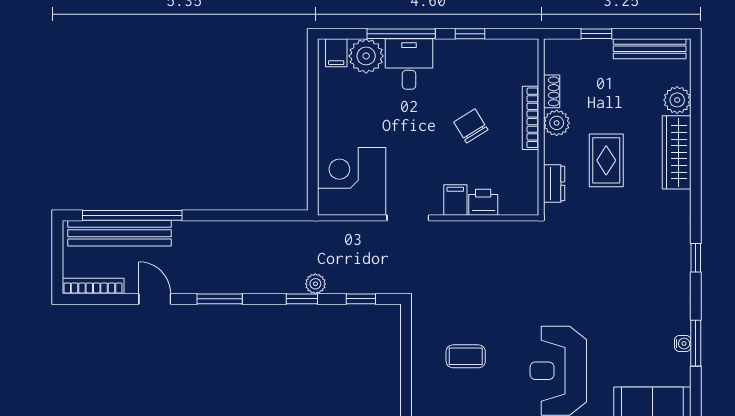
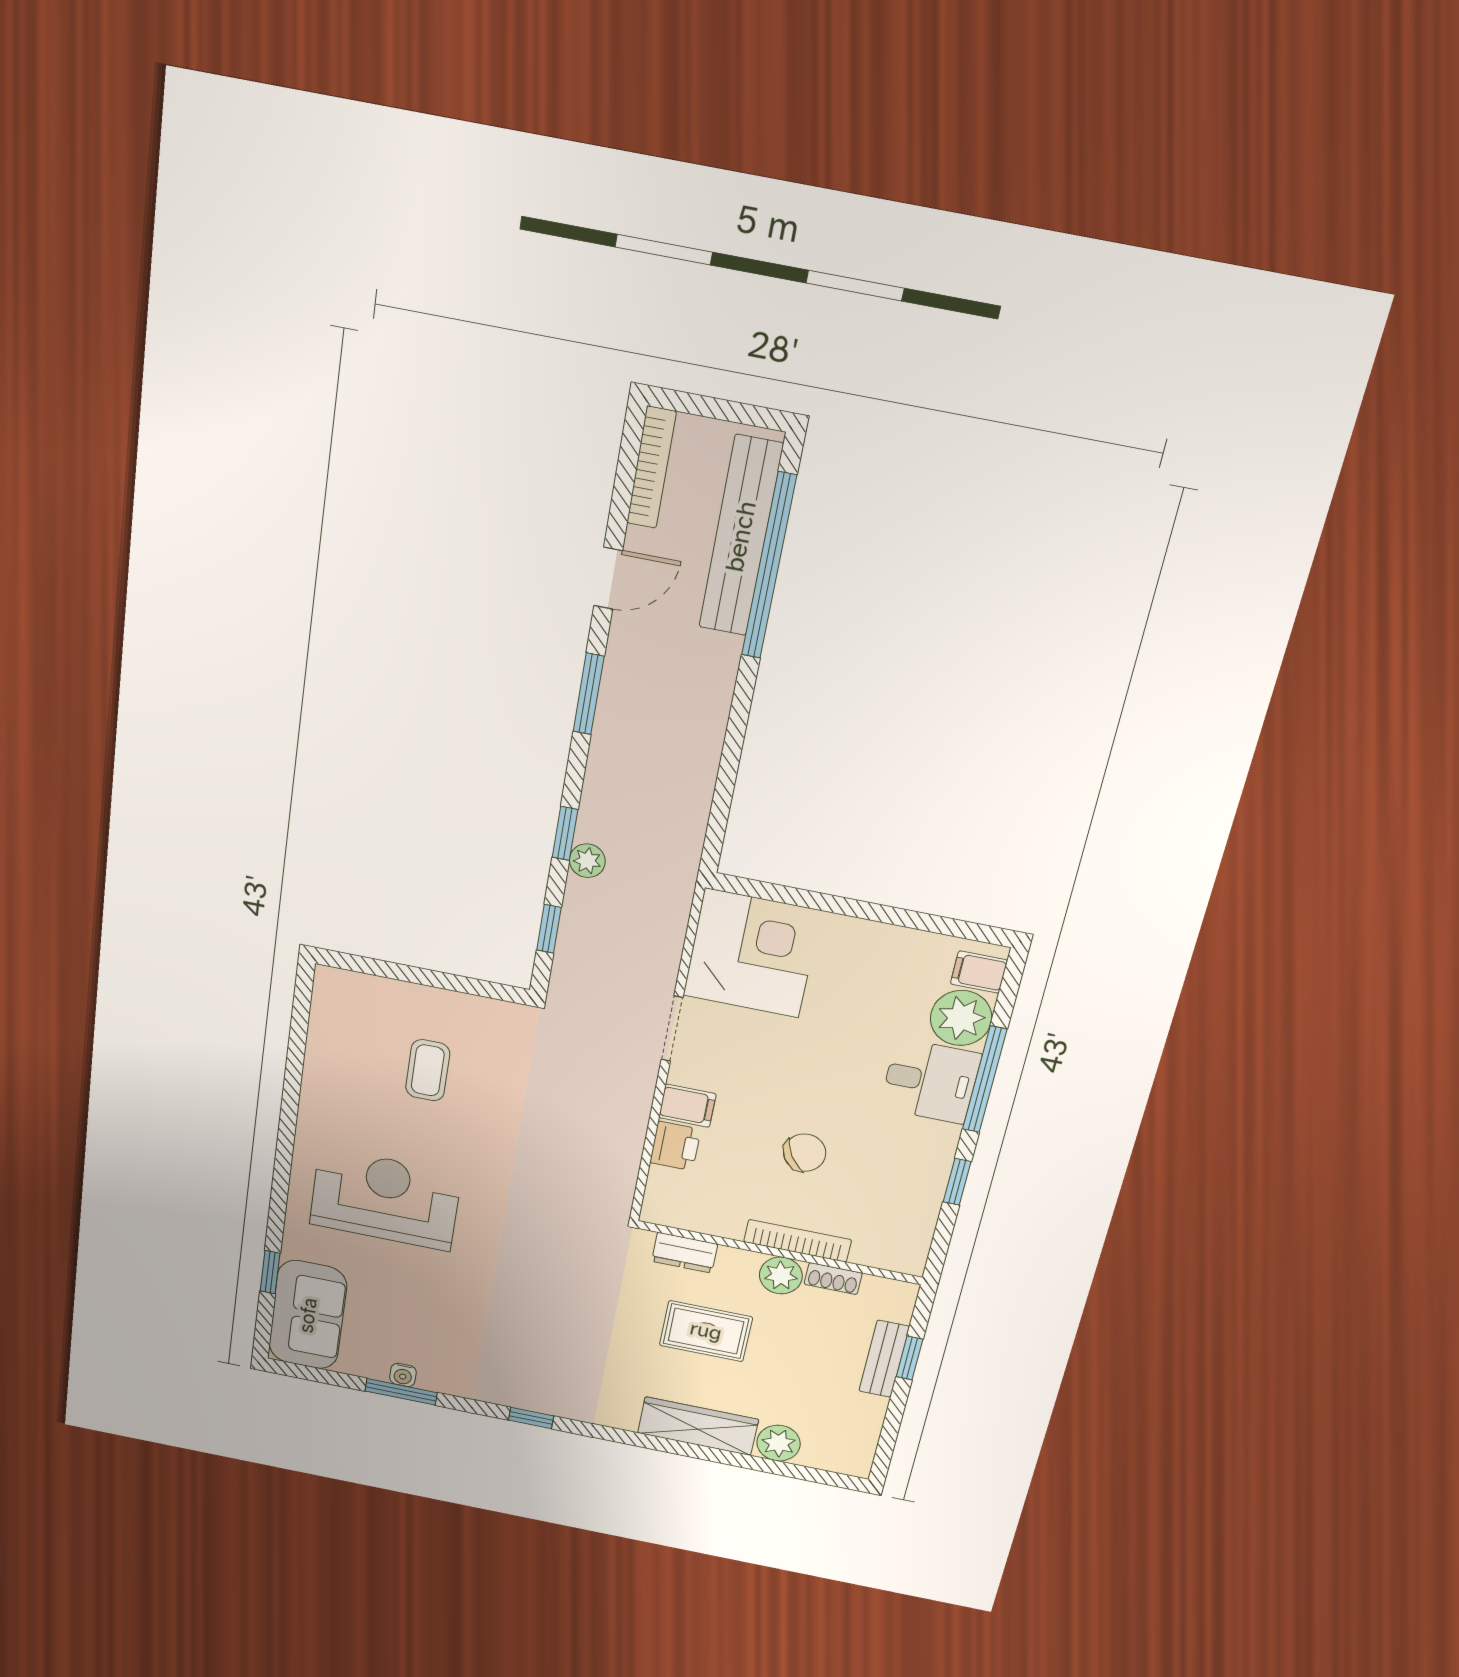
bench: (650, 49) -> (884, 1359), moved, width x0.73

